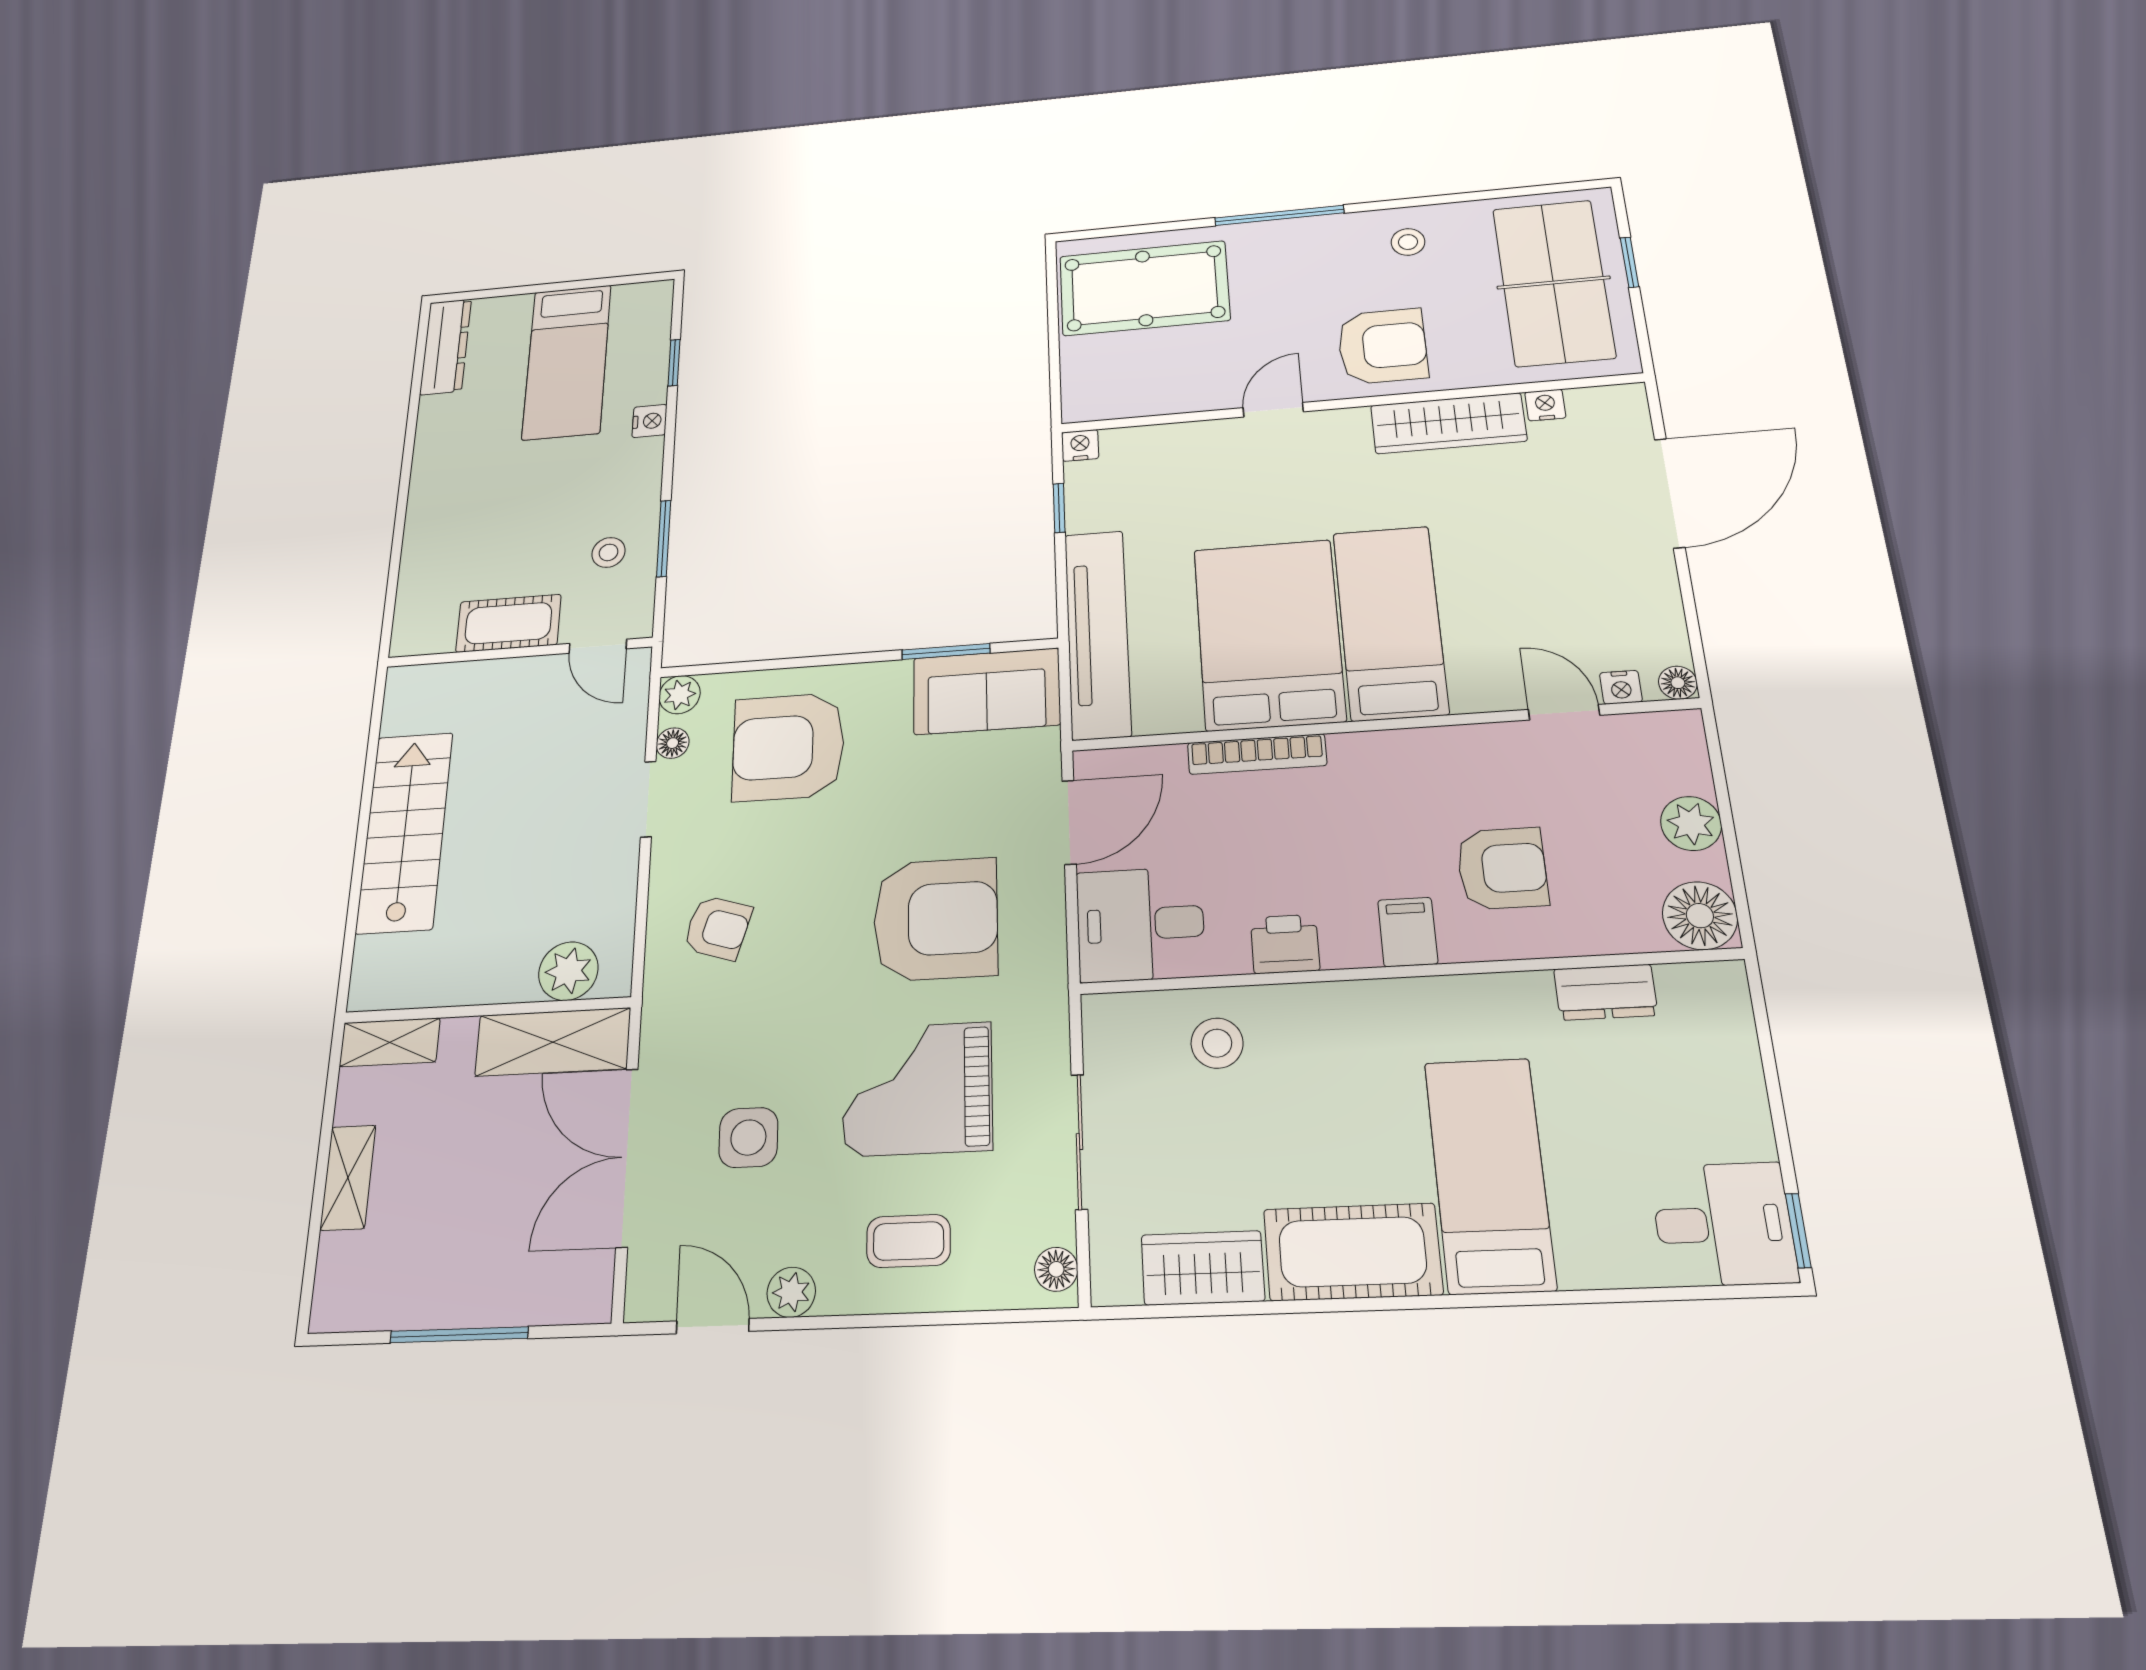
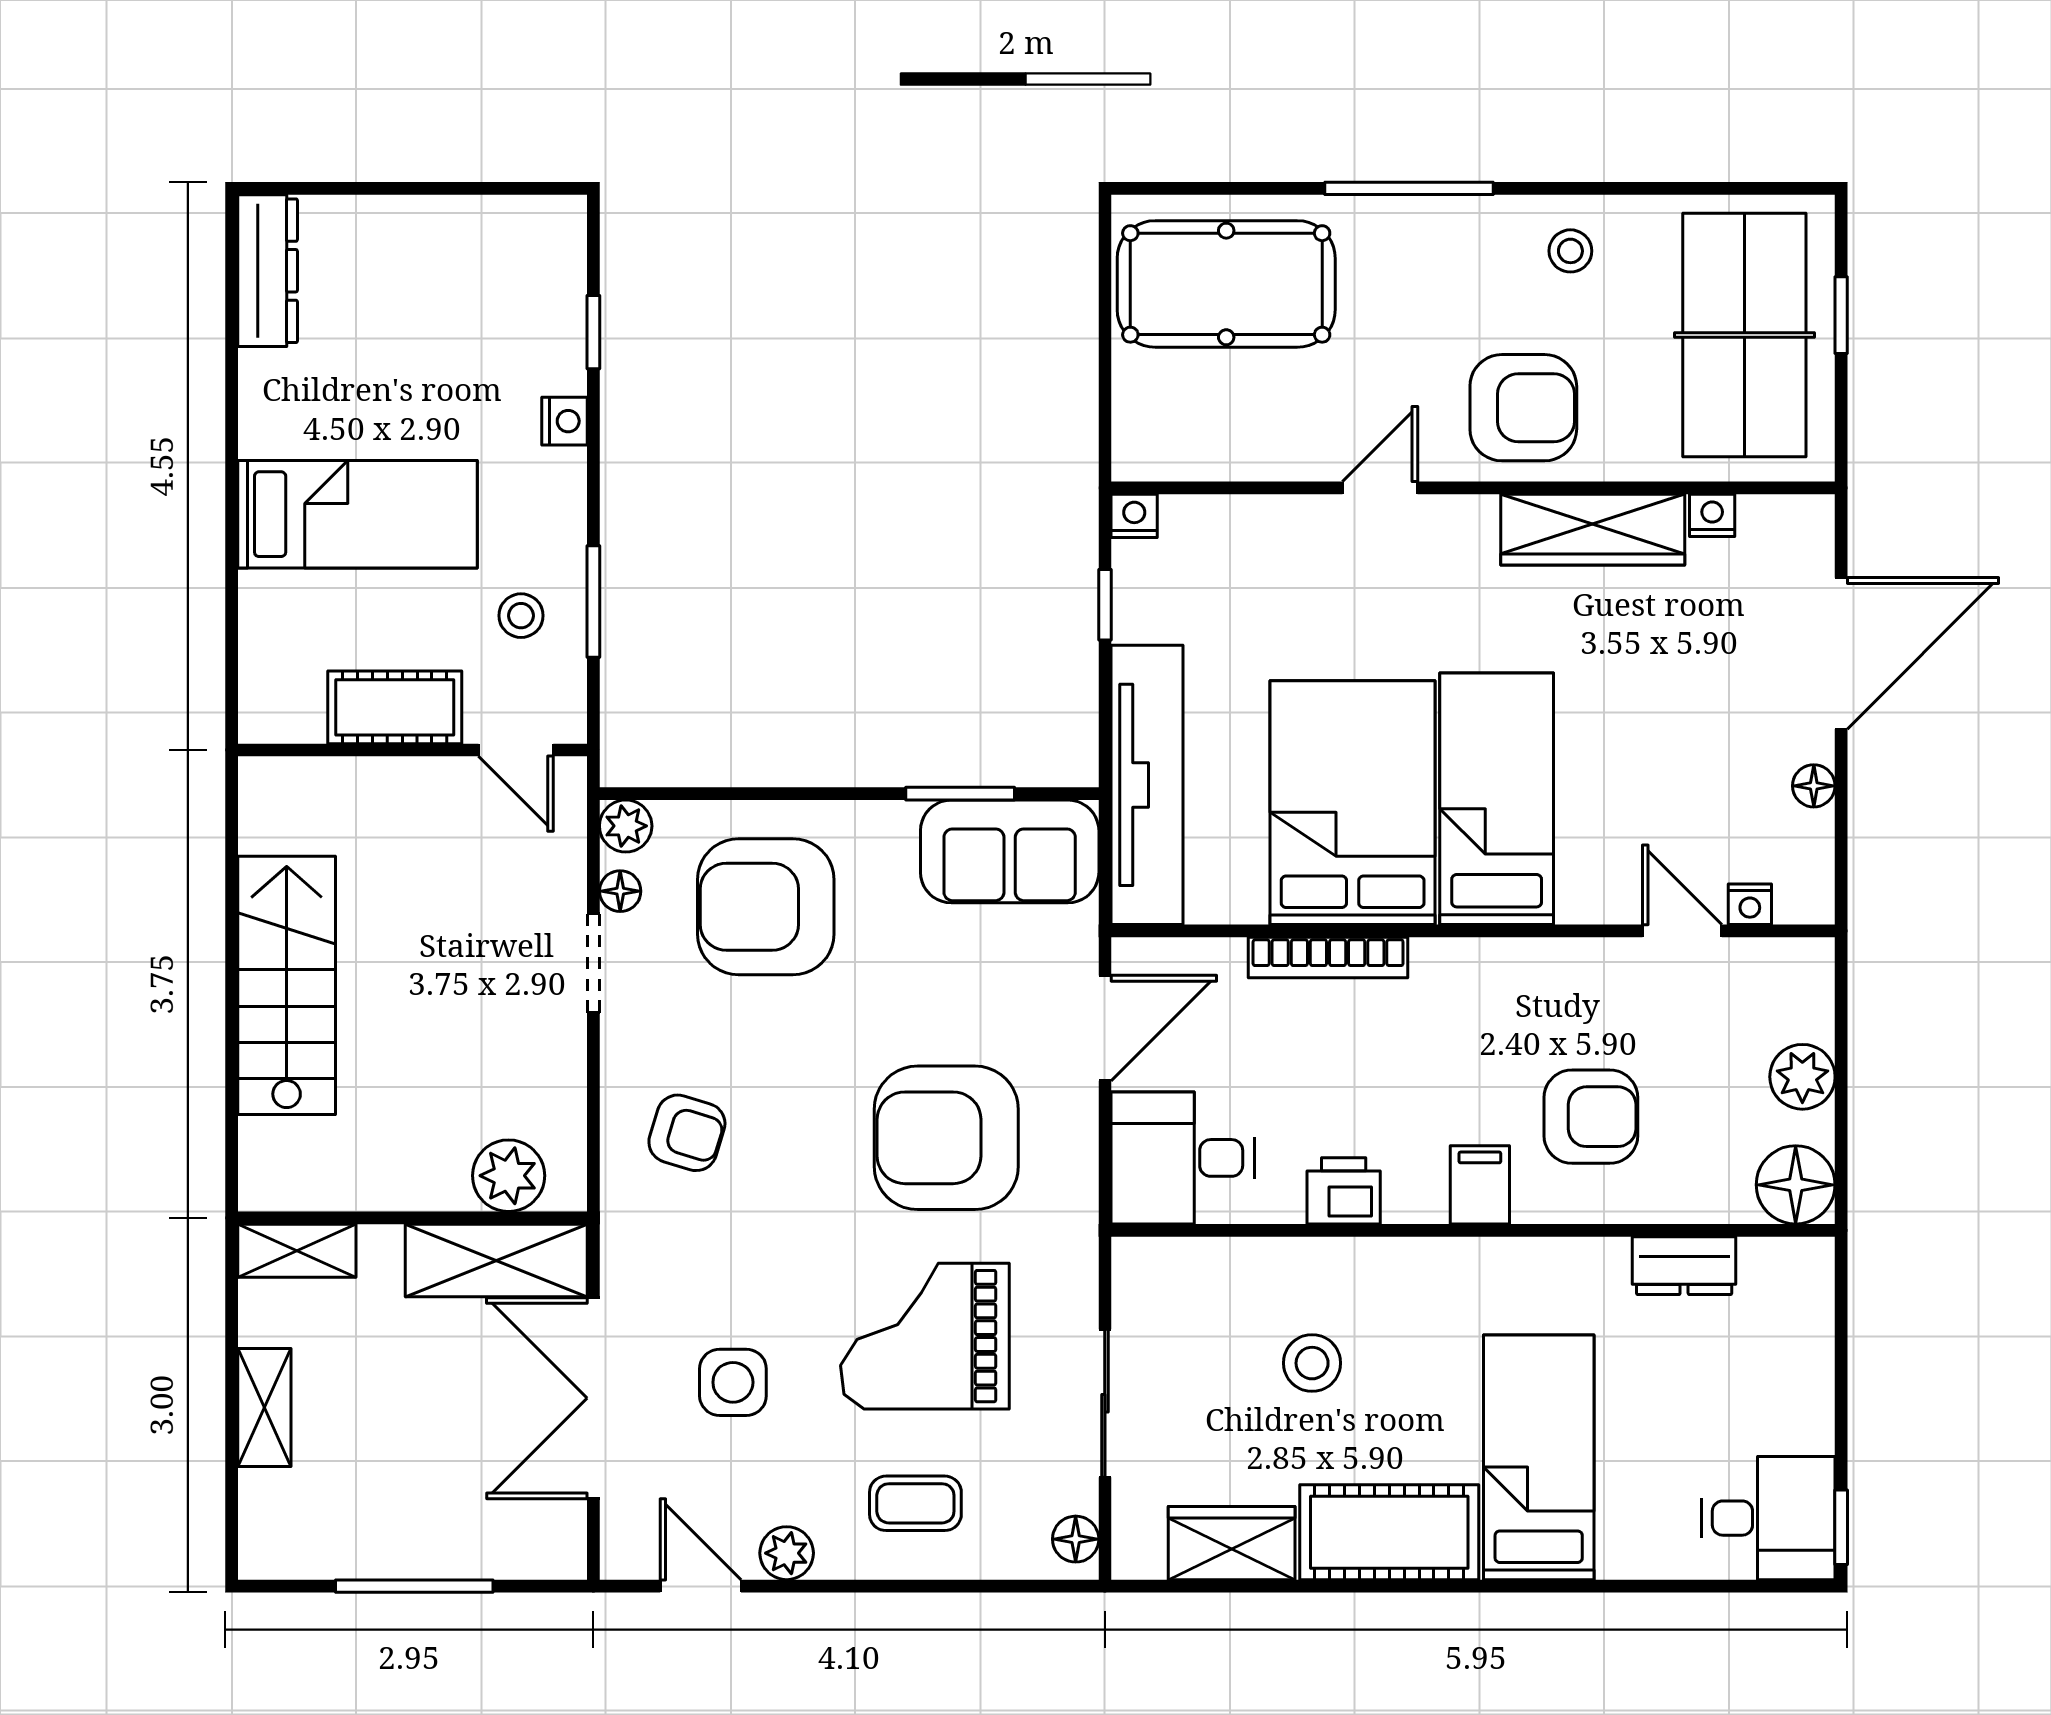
bed: (567, 362) -> (357, 514), moved, turned -90
floor lamp: (1678, 683) -> (1814, 786), moved
armchair: (936, 919) -> (946, 1138), turned 180
stool: (1217, 1043) -> (1312, 1363), moved

